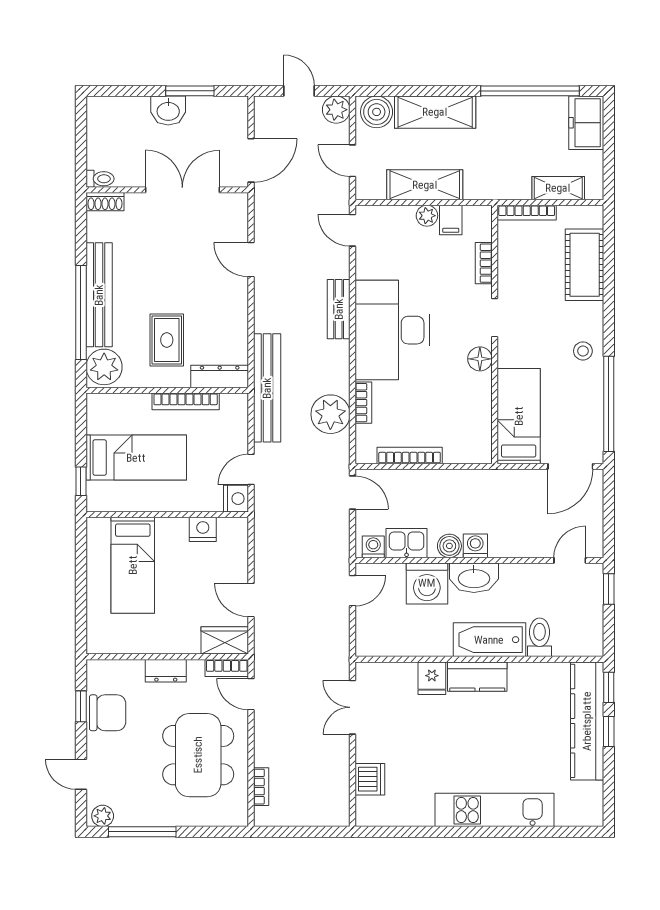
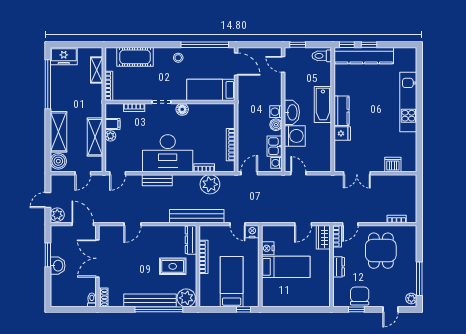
plant: (336, 110) -> (57, 215), moved
bed: (133, 565) -> (286, 267), moved
toilet: (540, 637) -> (322, 56), moved
dining table: (198, 755) -> (381, 251), width x0.73

